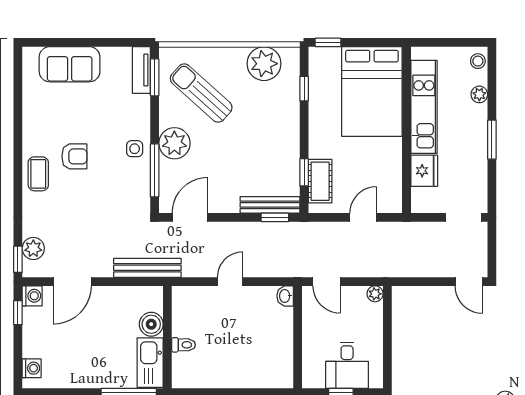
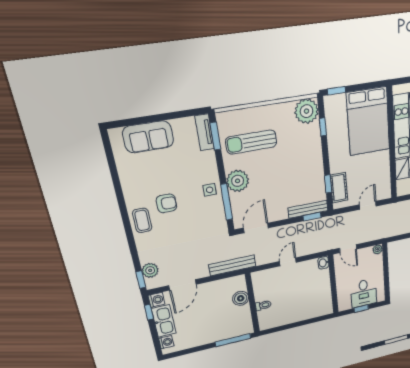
plant: (264, 64) -> (307, 111), moved
sun lounger: (201, 93) -> (251, 142), turned -42
kitchen sink: (150, 363) -> (164, 321), moved, turned 180

